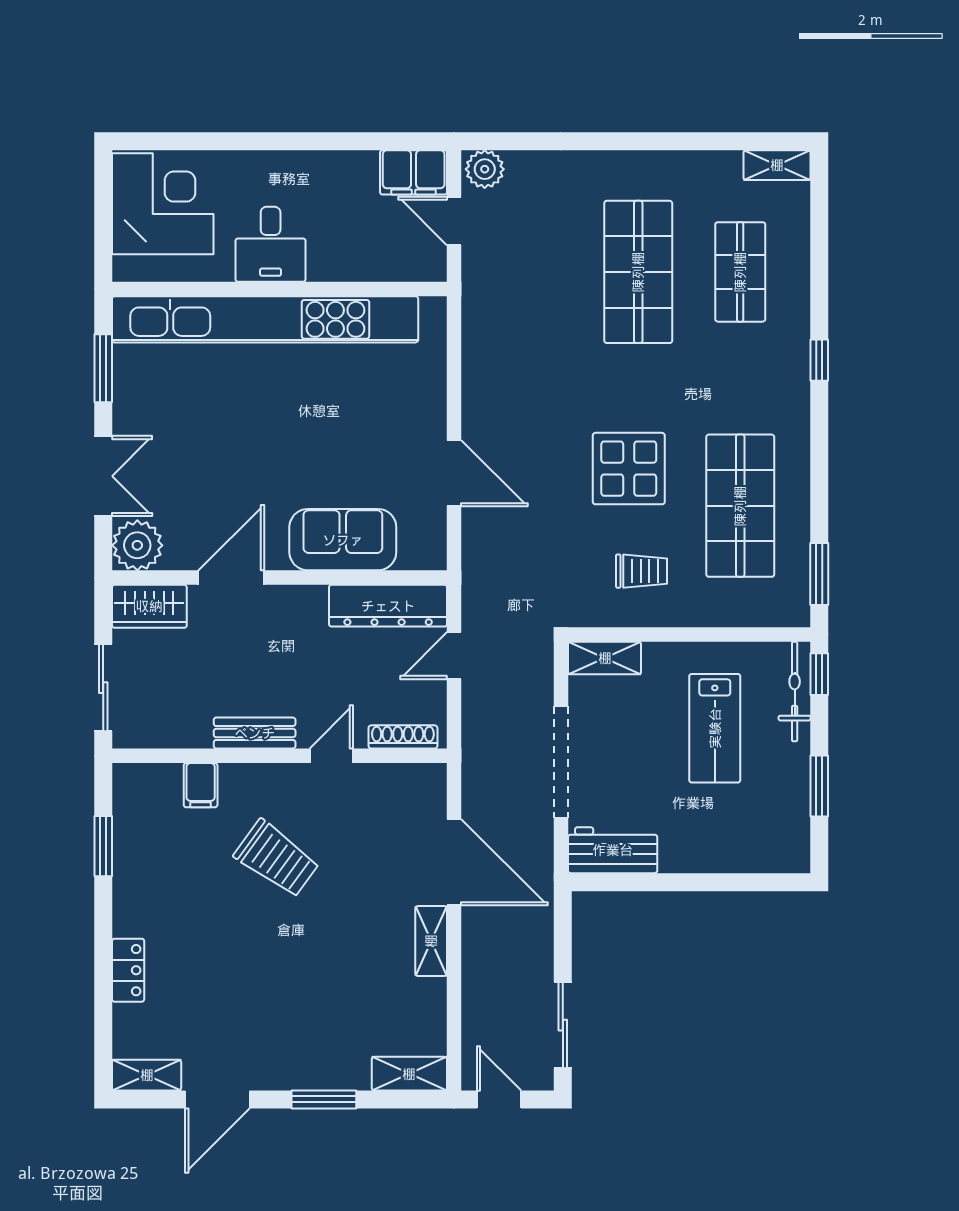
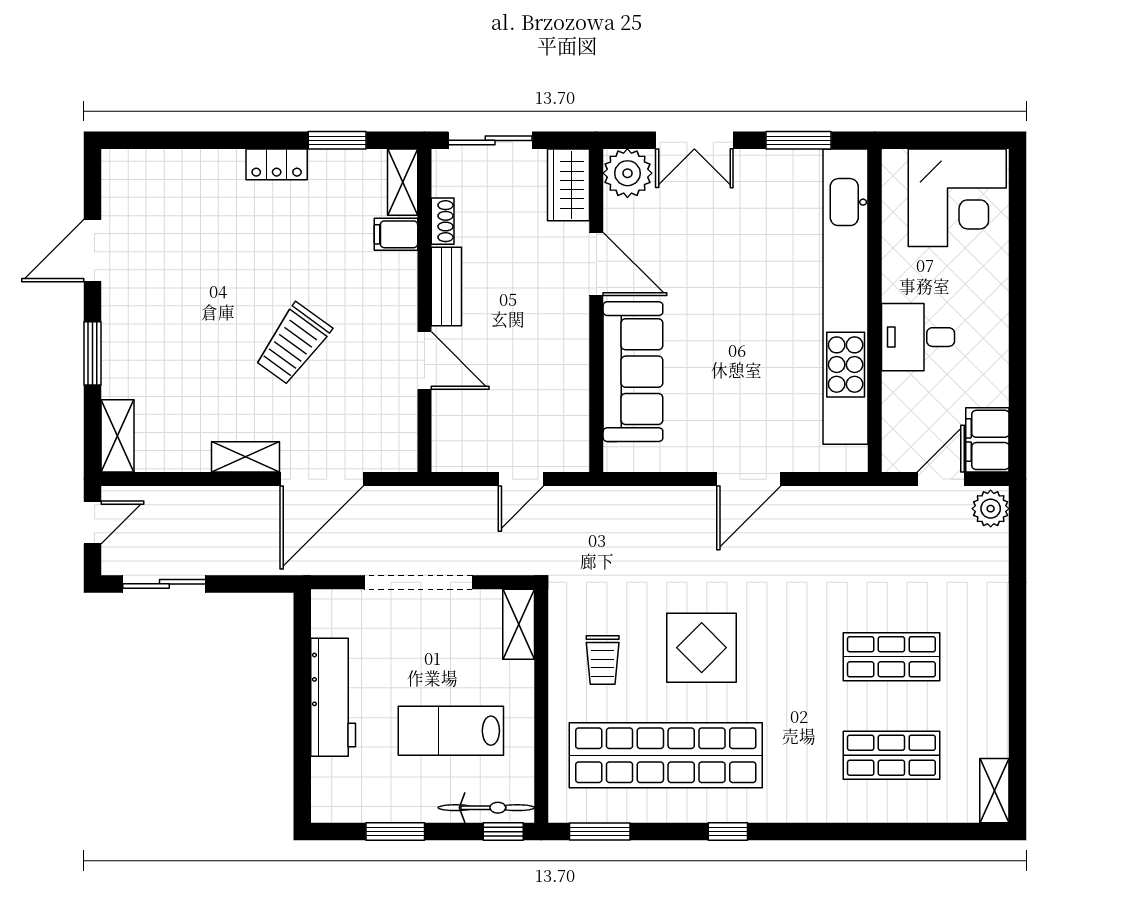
desk: (271, 244) -> (918, 337), moved
shop shelf: (638, 272) -> (891, 657), width x0.70, depth x0.74
window: (819, 360) -> (728, 832), moved
door: (454, 473) -> (749, 479), moved
shop shelf: (740, 506) -> (666, 755), width x1.40
sofa: (343, 540) -> (633, 372), width x1.36
dresser: (388, 606) -> (569, 415), removed
door: (454, 656) -> (521, 479), swing flipped
shoe rack: (403, 737) -> (443, 221), moved, width x0.70
door: (331, 756) -> (424, 360), width x1.38
workbench: (613, 850) -> (333, 697), moved, width x1.37
trolley: (277, 859) -> (293, 344), moved
locker: (128, 970) -> (277, 164), moved
shelving: (147, 1075) -> (403, 182), moved
door: (217, 1099) -> (93, 251), hinge flipped

